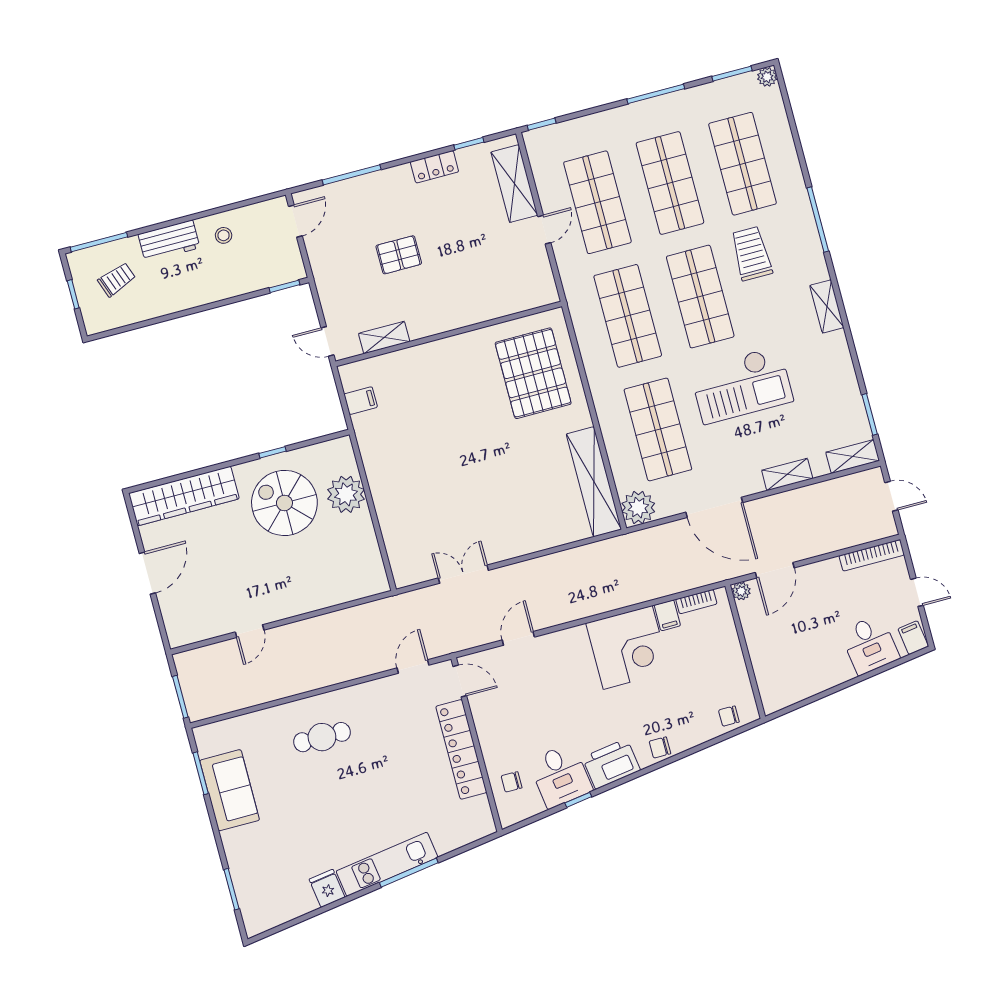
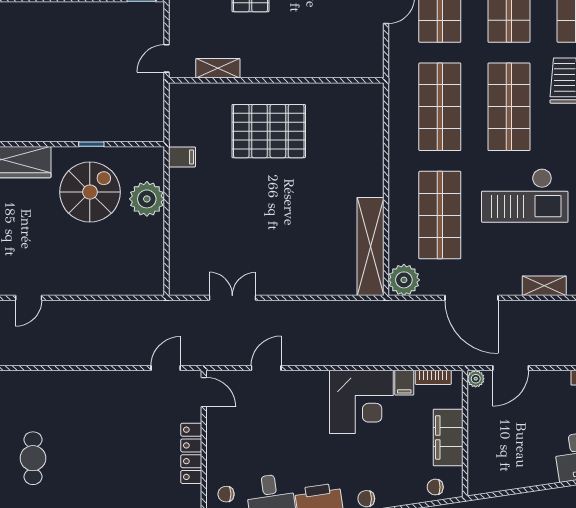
door: (327, 341) -> (166, 58), hinge flipped
pallet: (533, 373) -> (269, 131), moved, turned 90
filing cabinet: (361, 401) -> (182, 157), moved
spiral stairs: (284, 503) -> (90, 192), turned 90
filing cabinet: (729, 660) -> (448, 437), added
cafe table: (322, 737) -> (33, 458), moved, turned 90
locker: (461, 749) -> (191, 453), width x0.71, depth x0.83

